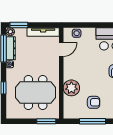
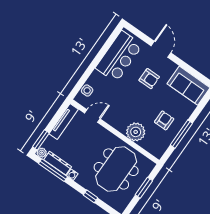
door: (61, 49) -> (92, 116), hinge flipped
window: (46, 121) -> (144, 188), moved

